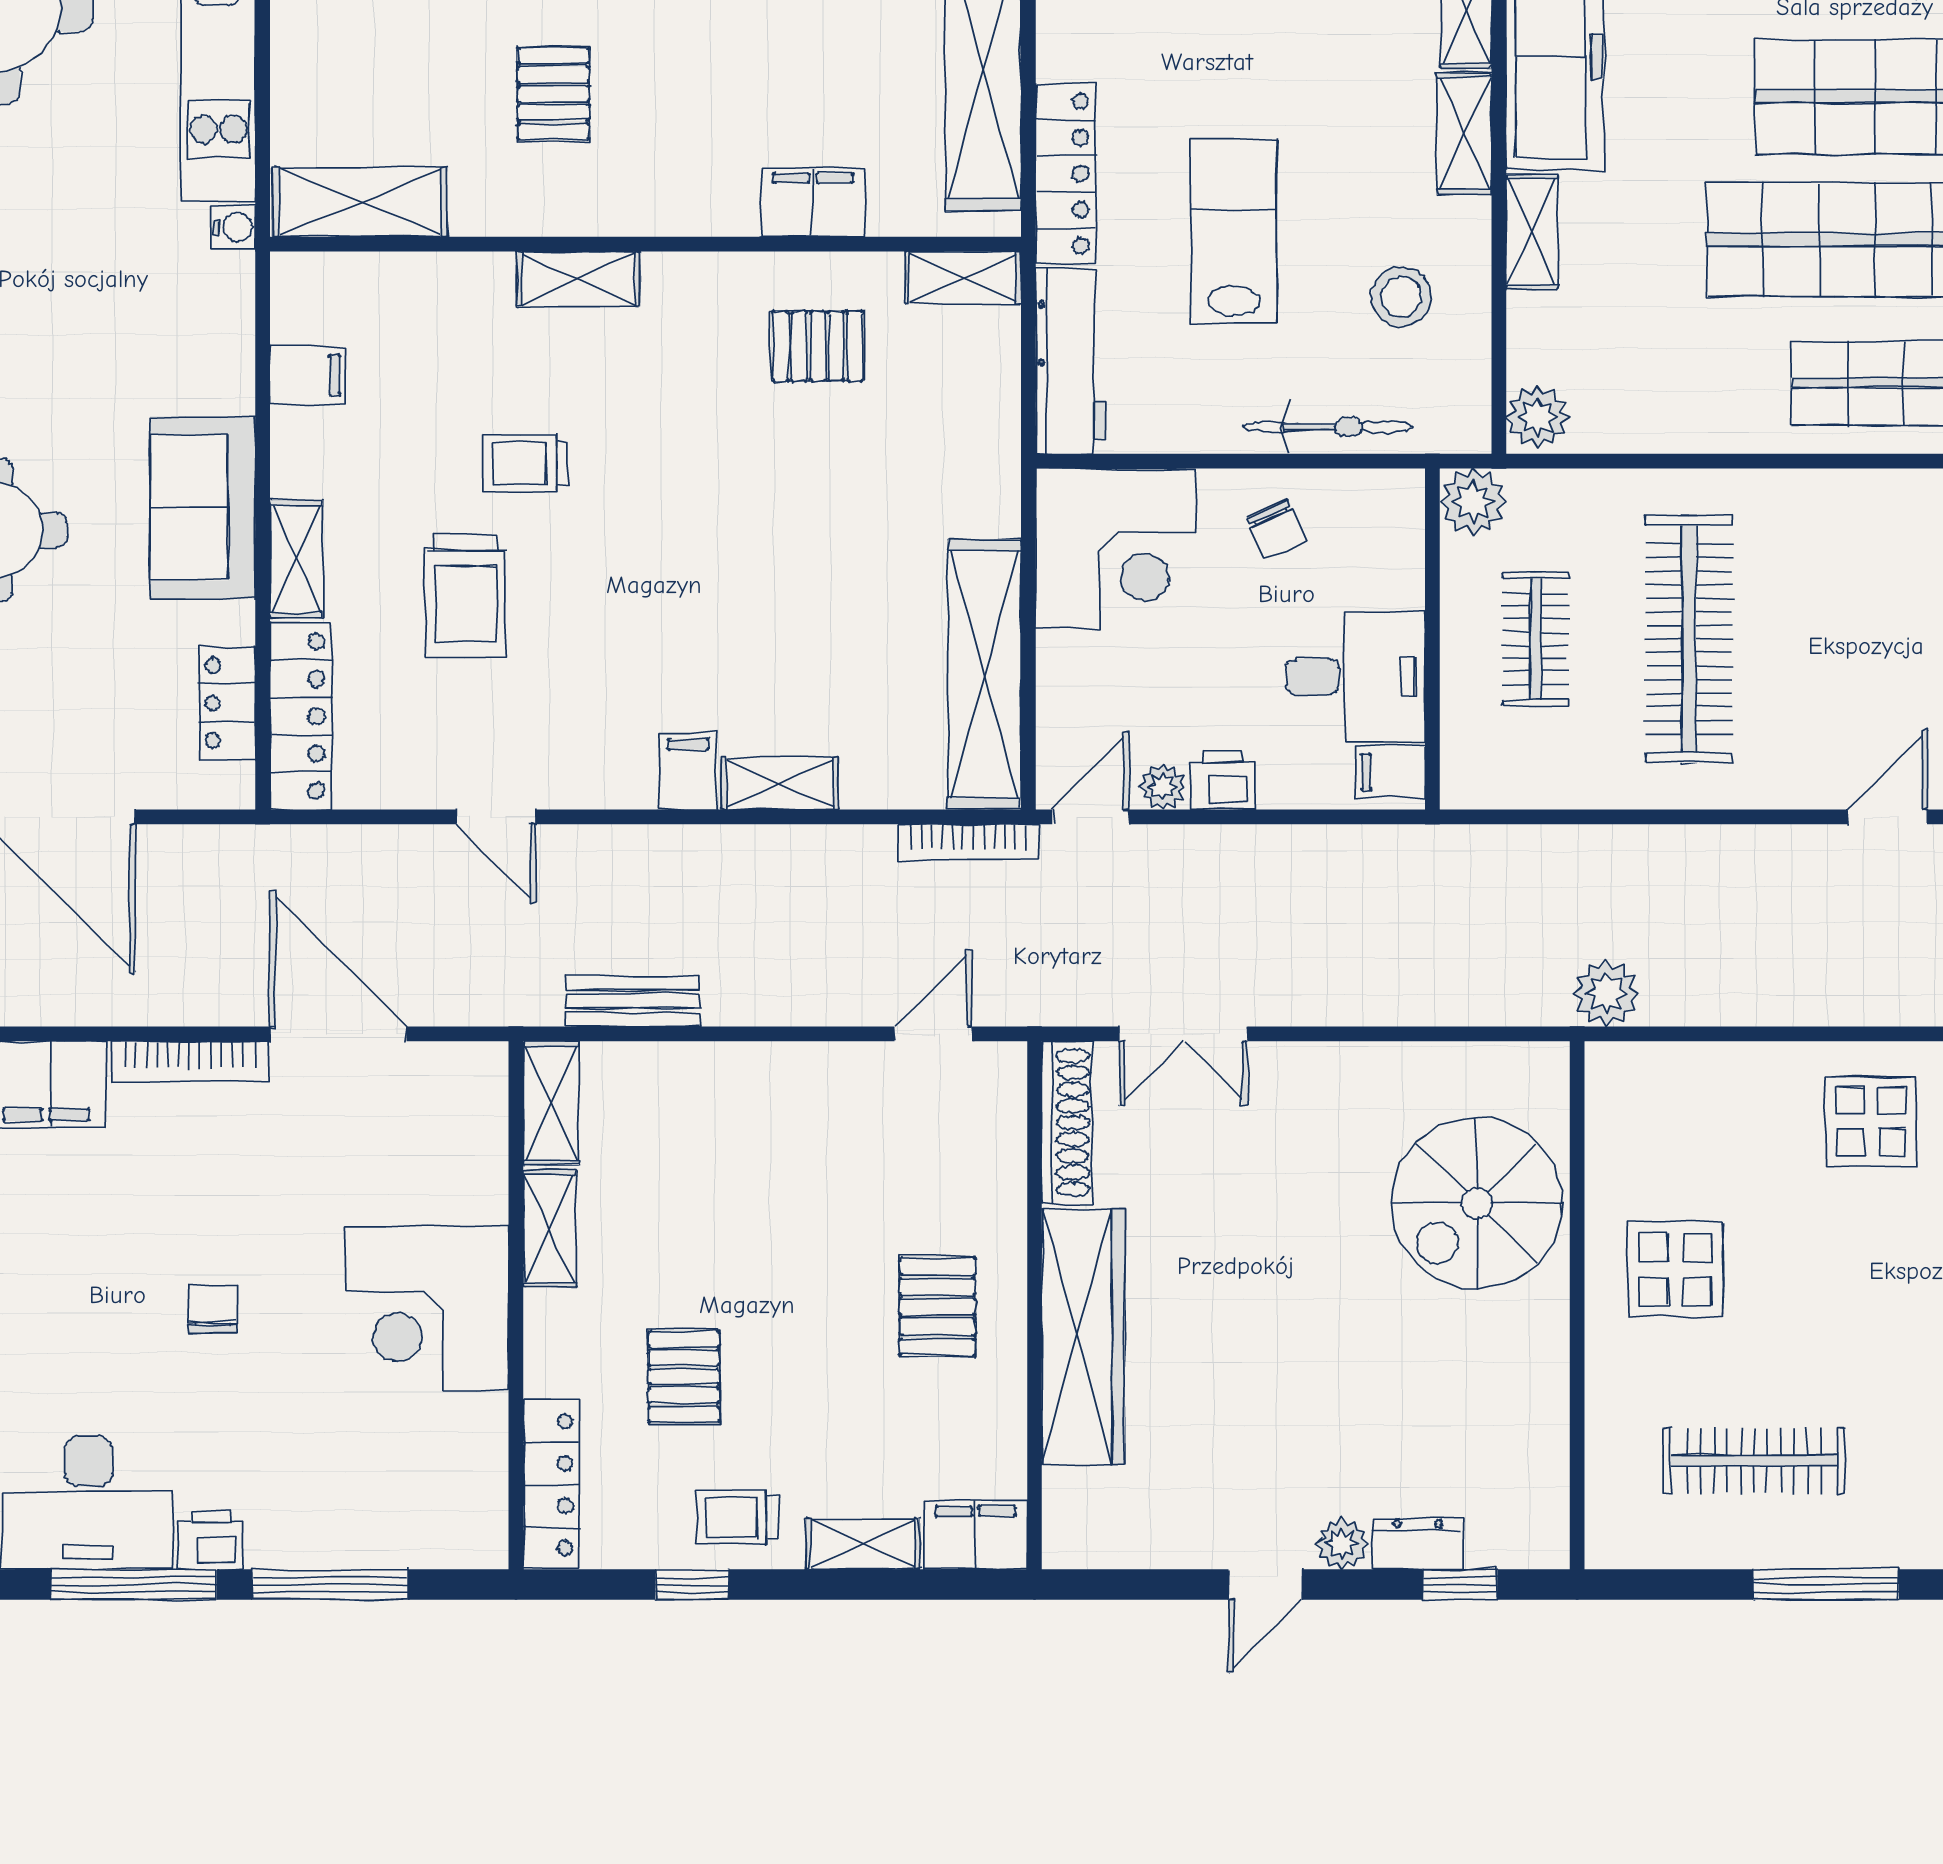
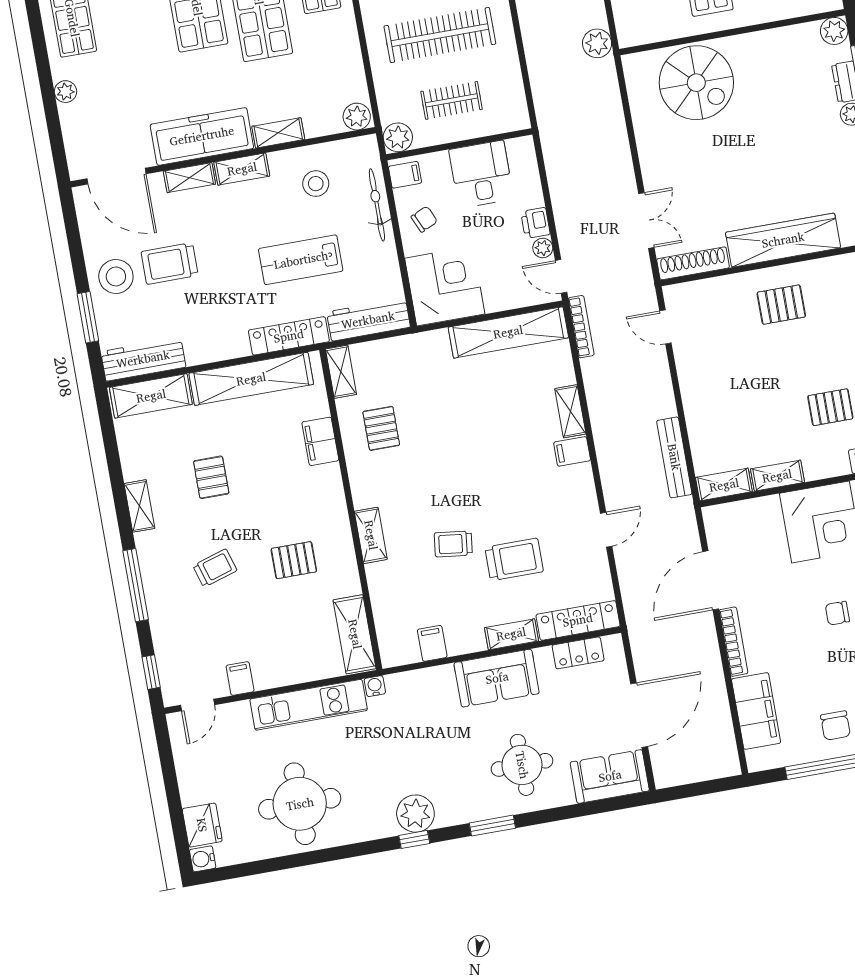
trolley: (526, 463) -> (453, 544), turned 97
filing cabinet: (1391, 772) -> (405, 175), moved, turned -90
bench: (633, 1001) -> (674, 457), width x1.36
plant: (1538, 1538) -> (834, 31), added

